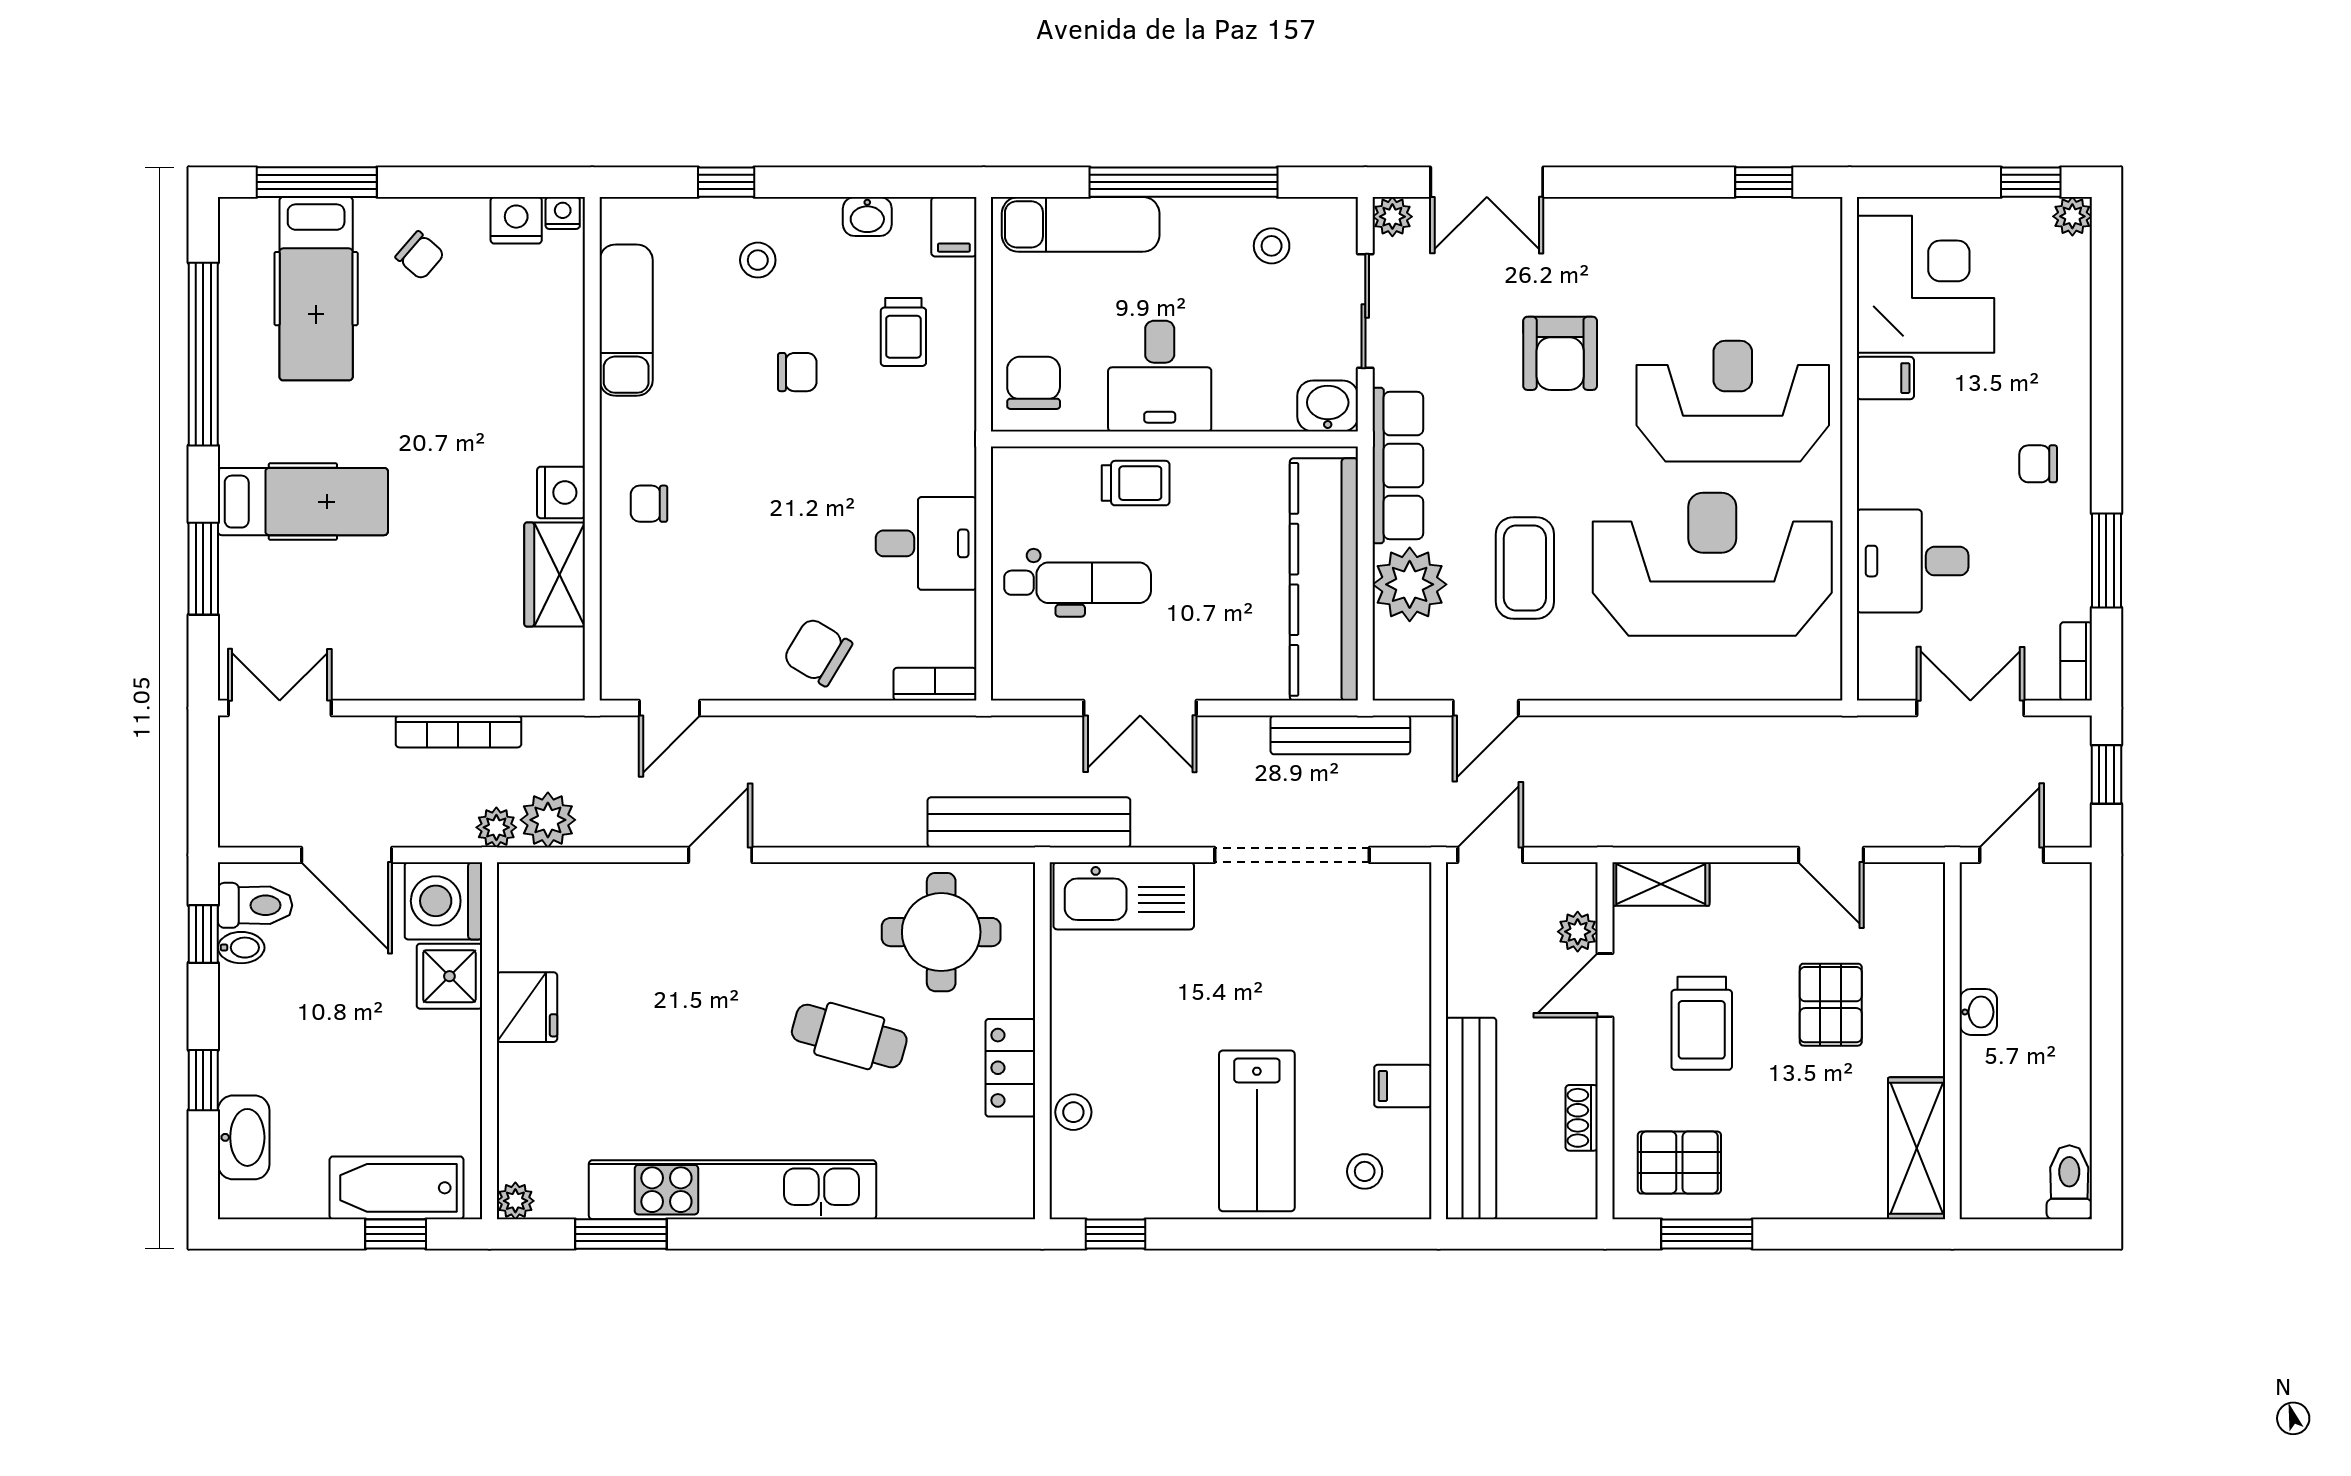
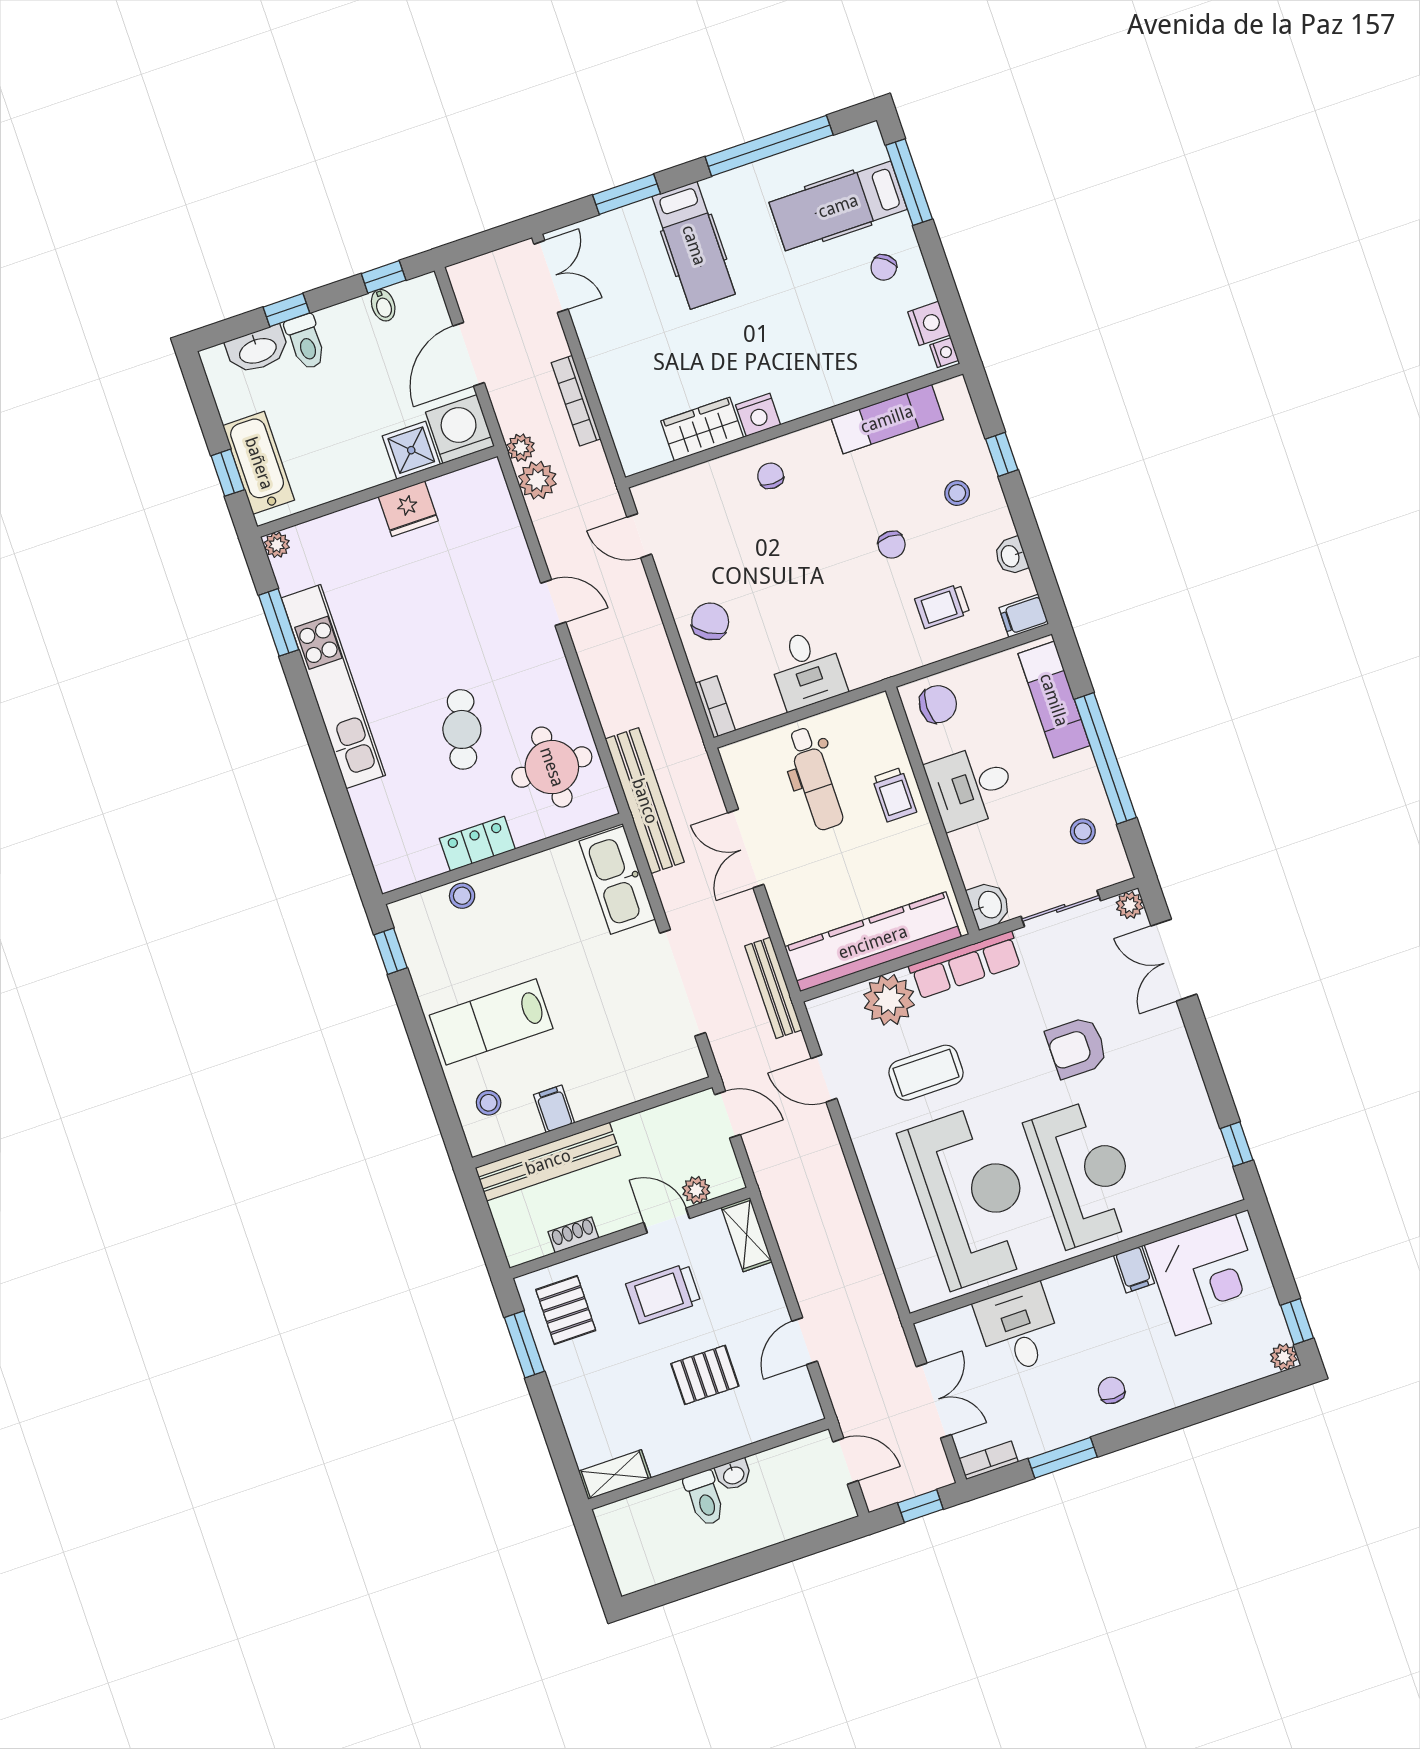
toilet: (255, 905) -> (306, 342), moved
shelving: (1917, 1148) -> (615, 1475), width x0.67, depth x0.75
toilet: (2069, 1182) -> (705, 1498), moved, turned 90

